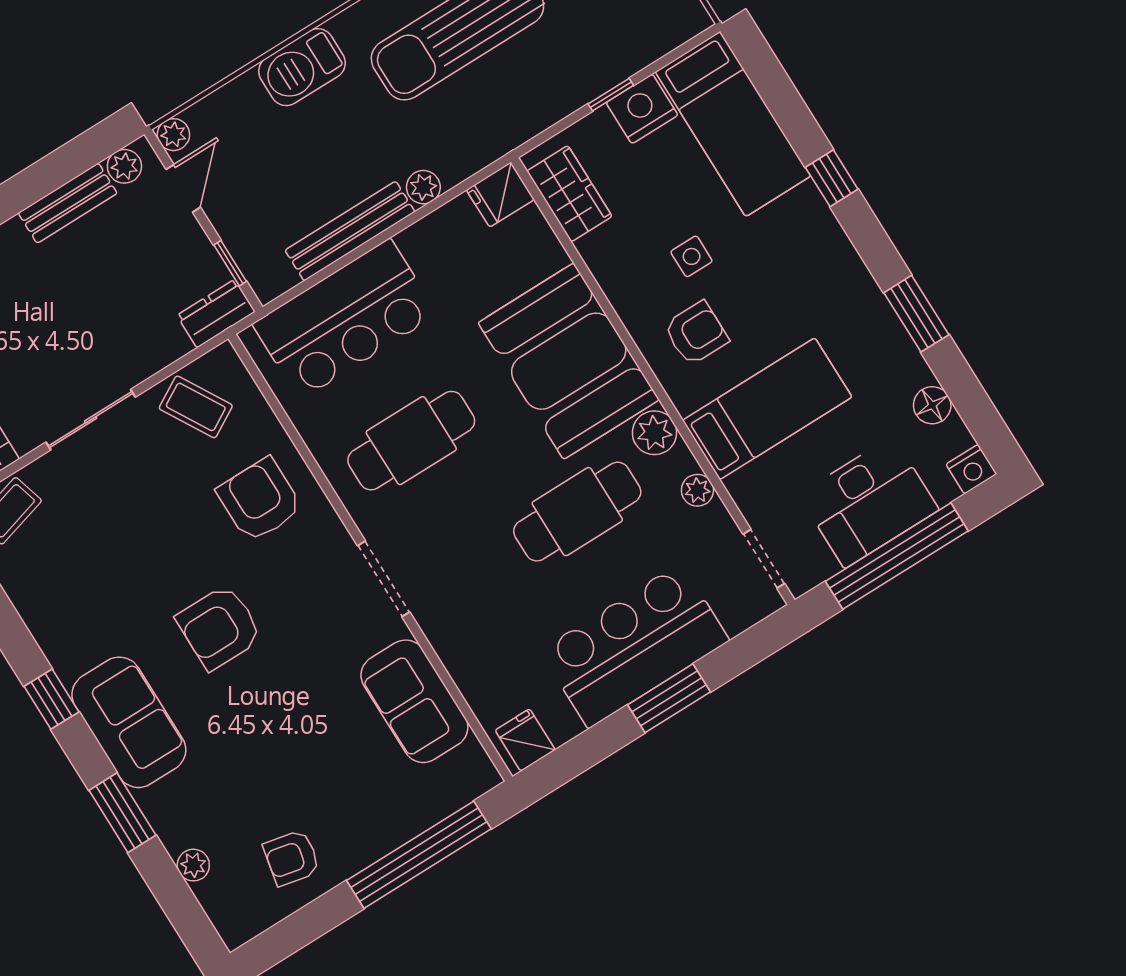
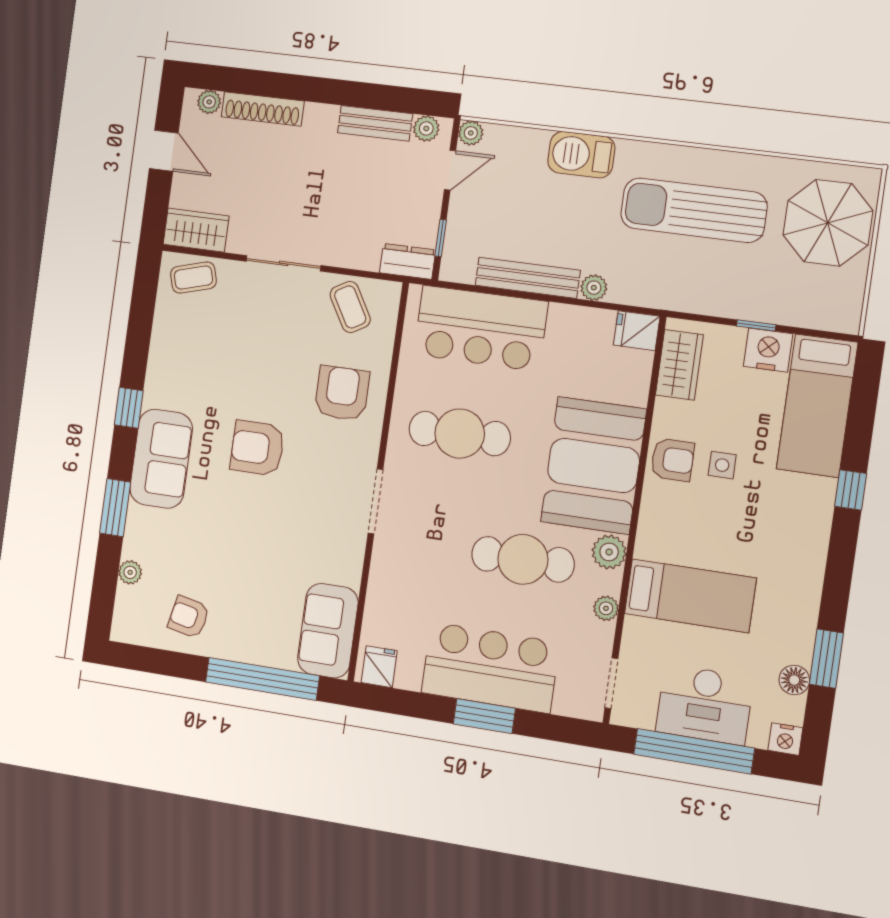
window: (916, 314) -> (826, 659), moved
armchair: (696, 333) -> (672, 460), moved
sofa: (414, 701) -> (328, 631), moved

